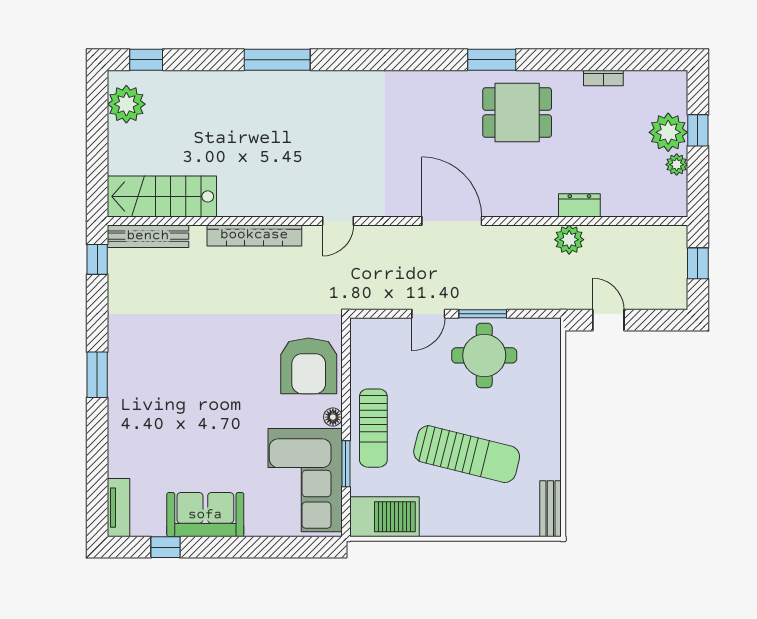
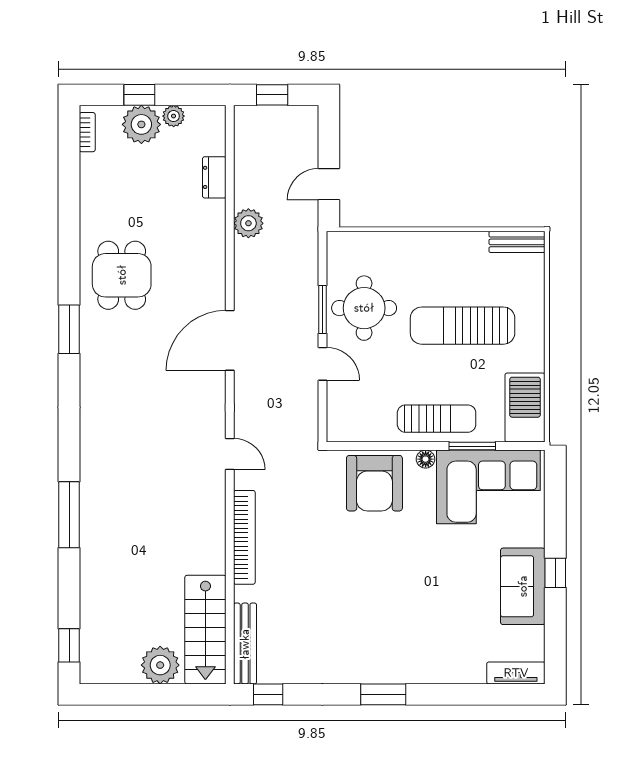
window: (492, 60) -> (69, 329), moved
bookcase: (603, 78) -> (87, 132), moved
plant: (126, 104) -> (160, 665), moved
dresser: (579, 205) -> (214, 177), moved
armchair: (309, 366) -> (374, 483), turned 90
sun lounger: (467, 454) -> (463, 326), turned -104
window: (166, 547) -> (555, 573), moved

